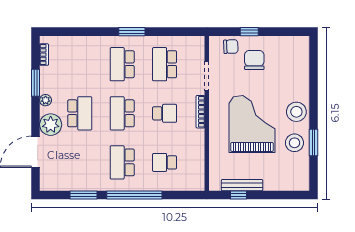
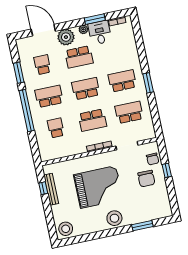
chair: (254, 60) -> (146, 179), turned 90
desk: (54, 80) -> (100, 33), added
school desk: (165, 113) -> (92, 120), width x1.85
stool: (294, 143) -> (66, 229), moved
window: (314, 143) -> (142, 226), moved
school desk: (80, 162) -> (42, 65), added

